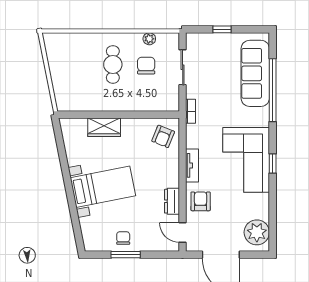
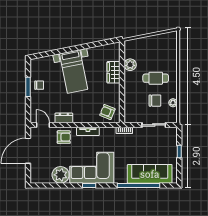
plant: (93, 103) -> (130, 65), added
door: (183, 232) -> (43, 125), hinge flipped
plant: (257, 232) -> (61, 175), moved

